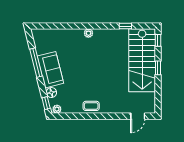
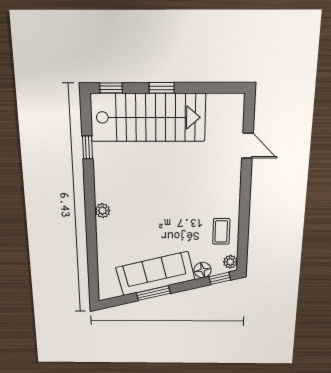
window: (36, 63) -> (153, 293), width x0.69
sofa: (50, 70) -> (155, 274), width x1.36
coffee table: (91, 106) -> (221, 231), moved
door: (138, 116) -> (247, 146), moved

